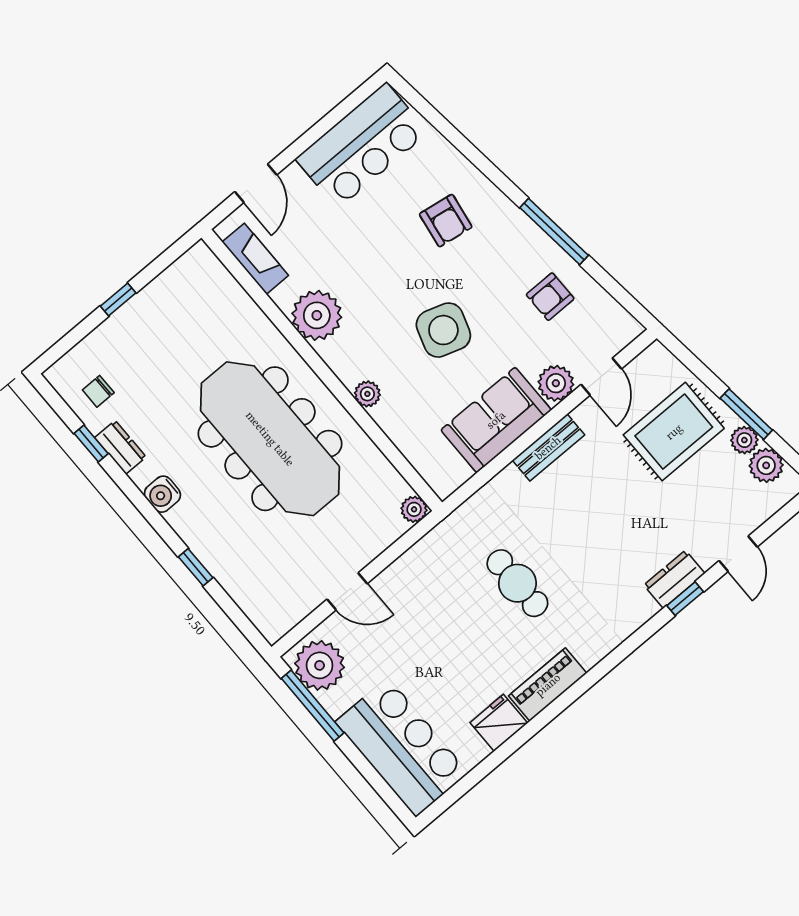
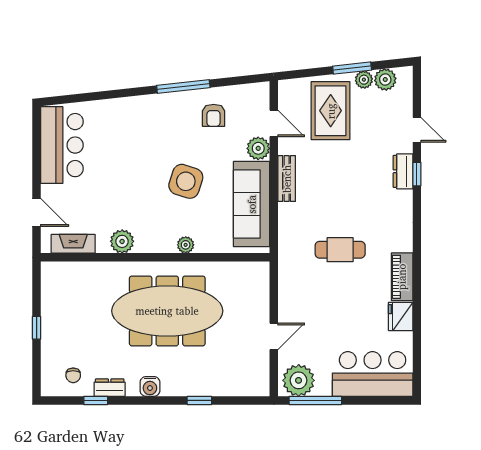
armchair: (446, 221) -> (133, 135), removed
plant: (317, 315) -> (122, 241), width x0.73, depth x0.73
sofa: (496, 420) -> (252, 204), width x1.36
plant: (414, 509) -> (261, 270), removed

